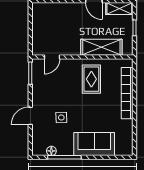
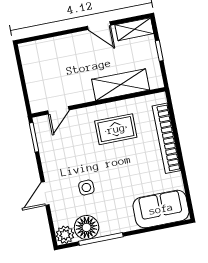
rug: (91, 79) -> (116, 129), turned 90
sofa: (94, 144) -> (161, 209), moved
plant: (39, 149) -> (65, 235), added
floor lamp: (51, 151) -> (87, 227), width x1.89, depth x1.89

